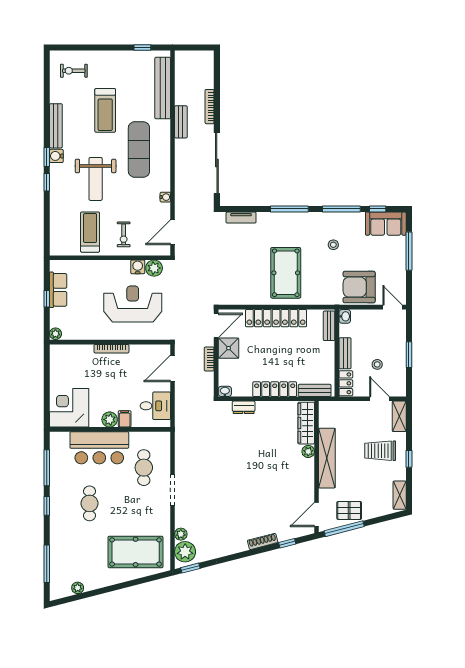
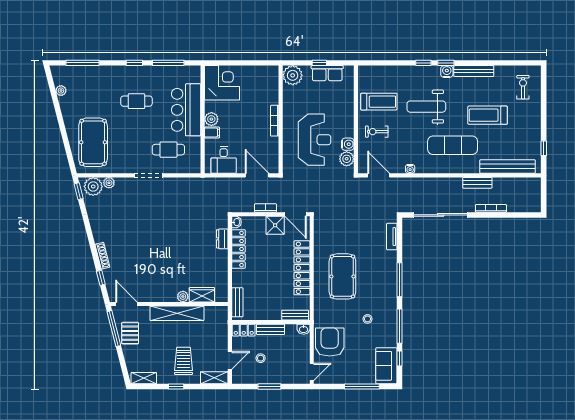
pool table: (286, 273) -> (342, 276), turned 90
plant: (55, 334) -> (293, 75), width x1.87, depth x1.87
locker: (275, 389) -> (238, 249), moved
wardrobe: (306, 423) -> (202, 295), width x0.67

